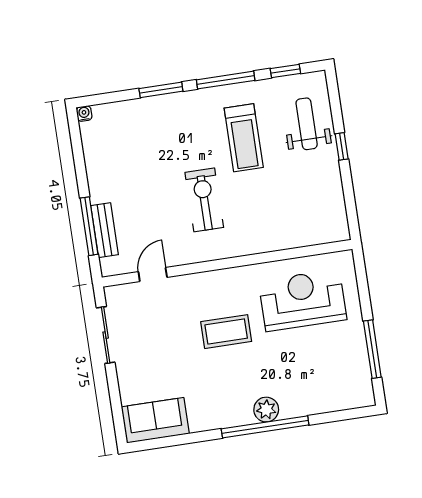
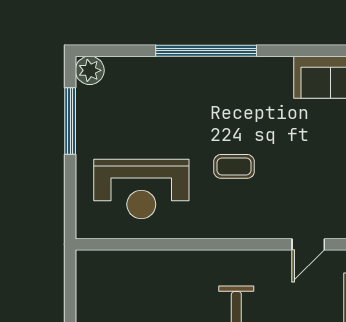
coffee table: (226, 332) -> (234, 166), width x0.73, depth x0.77
plant: (266, 410) -> (90, 70), moved

